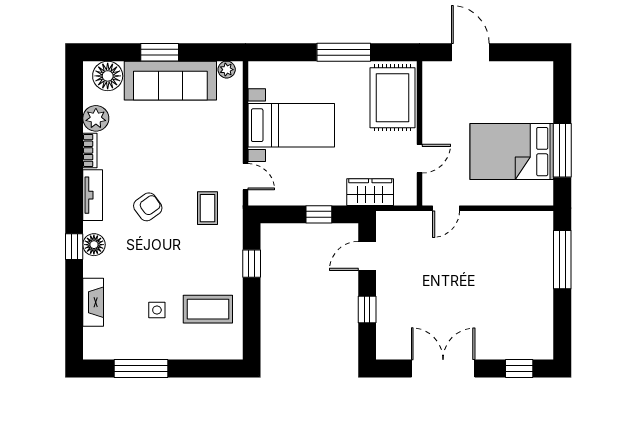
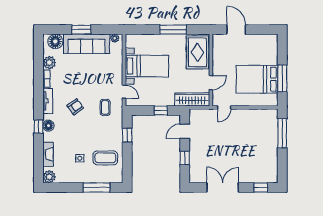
wardrobe: (370, 192) -> (192, 99), width x1.50
plant: (96, 347) -> (49, 177), added
window: (141, 369) -> (97, 187), moved

